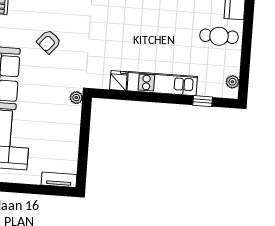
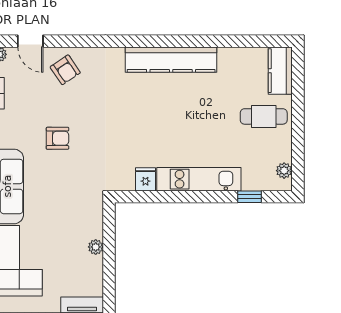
armchair: (49, 42) -> (57, 138), turned -131
plant: (76, 98) -> (96, 247), moved

